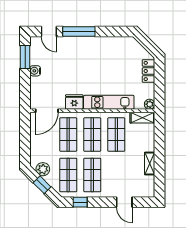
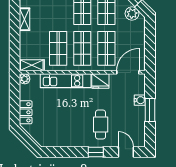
window: (79, 32) -> (96, 152), width x0.46
window: (25, 57) -> (150, 110), moved
cafe table: (74, 59) -> (101, 125), added
water cooler: (35, 71) -> (140, 100), moved

